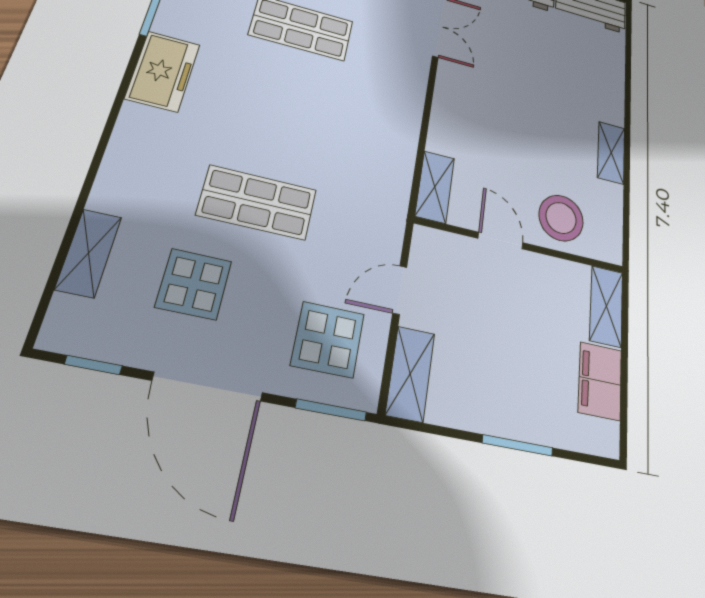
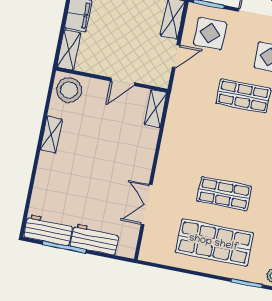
stool: (561, 218) -> (69, 90), moved
door: (501, 241) -> (123, 82), hinge flipped

